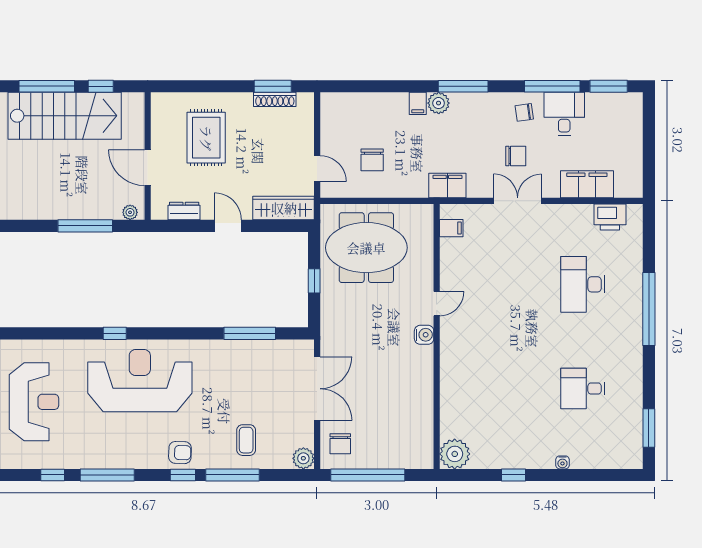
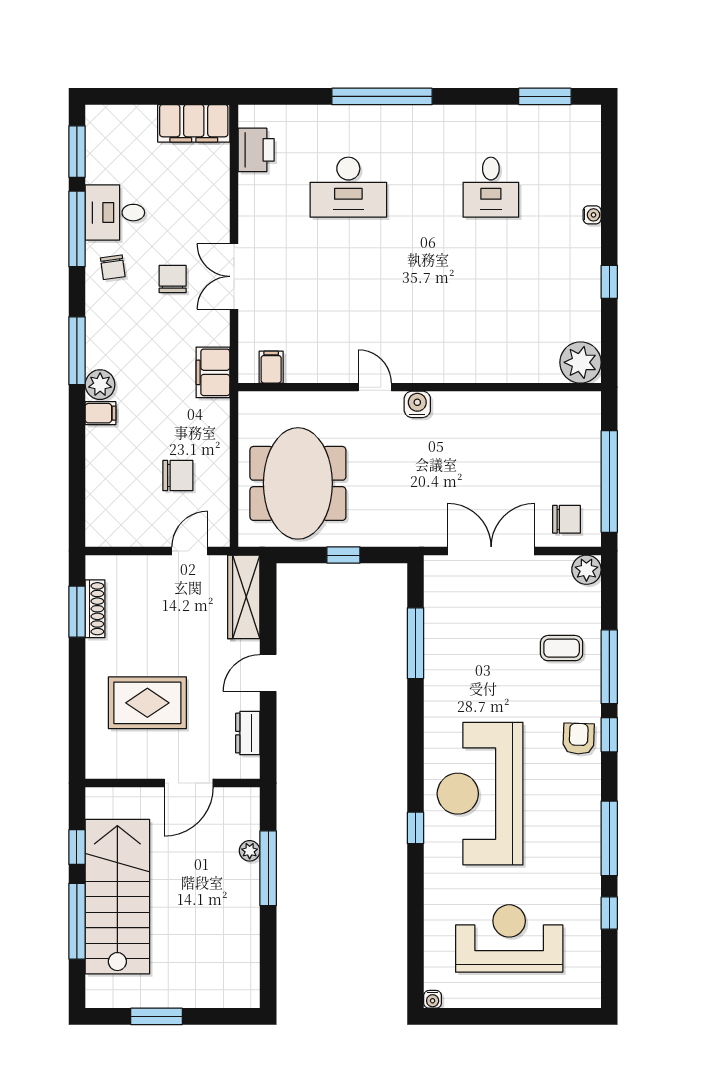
filing cabinet: (587, 184) -> (194, 123), moved, turned -90
plant: (130, 212) -> (250, 851), moved

